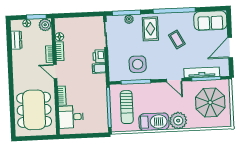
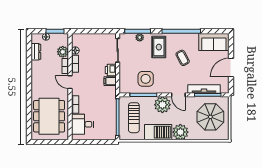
plant: (45, 25) -> (63, 52), moved
plant: (157, 92) -> (162, 105), added

